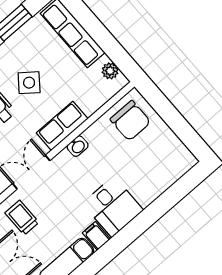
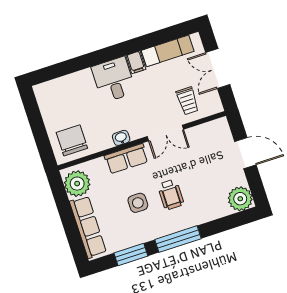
plant: (110, 71) -> (77, 184), width x1.88, depth x1.88
side table: (29, 83) -> (138, 203), turned -38

